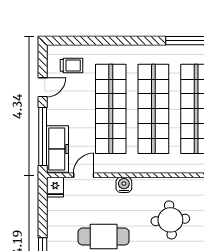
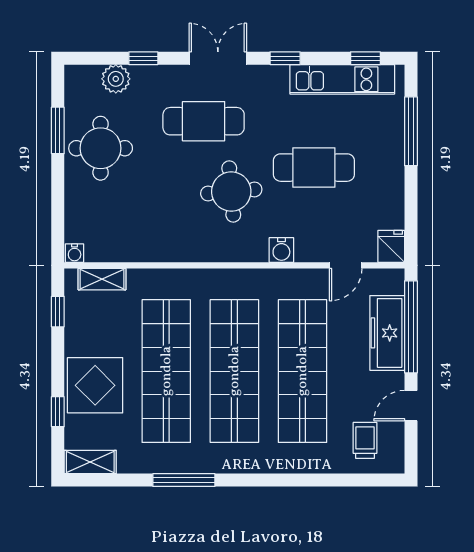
trolley: (71, 65) -> (365, 440), turned 90
freezer: (58, 149) -> (387, 333), moved
round table: (170, 220) -> (231, 191), moved

